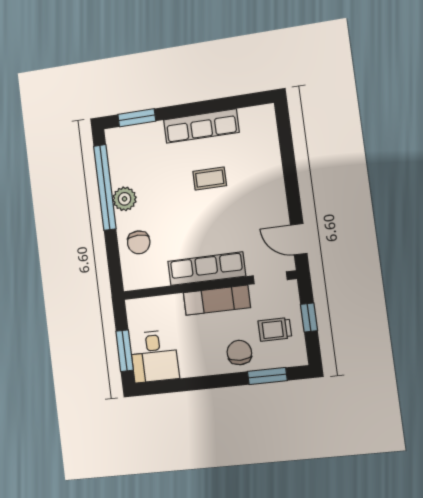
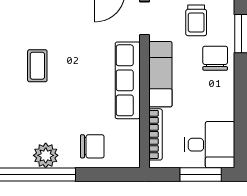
bookcase: (158, 302) -> (155, 134), added
chair: (239, 353) -> (215, 58), turned 90

